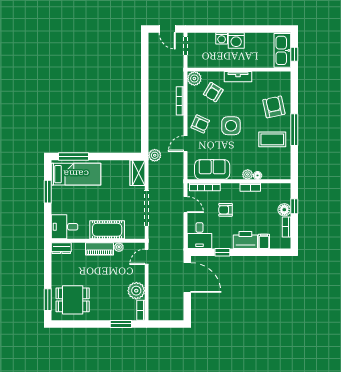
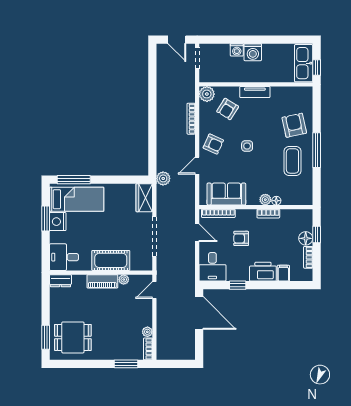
side table: (231, 126) -> (247, 146), width x0.54, depth x0.54
coffee table: (272, 139) -> (292, 161), turned 90
nightstand: (59, 194) -> (58, 222), added
plant: (136, 291) -> (147, 332), width x0.53, depth x0.53

